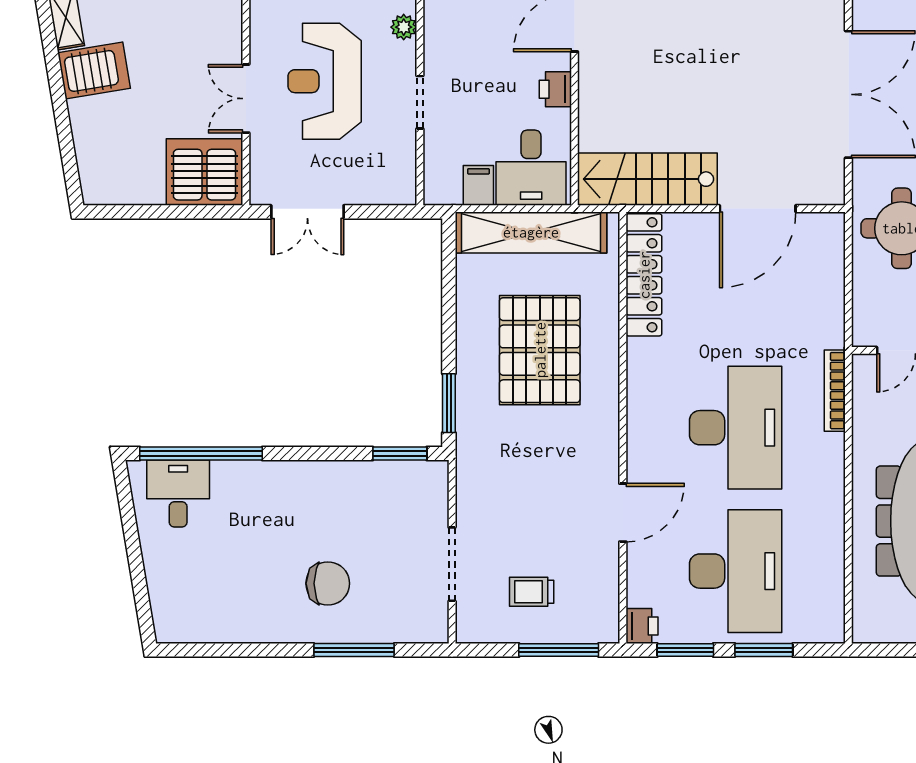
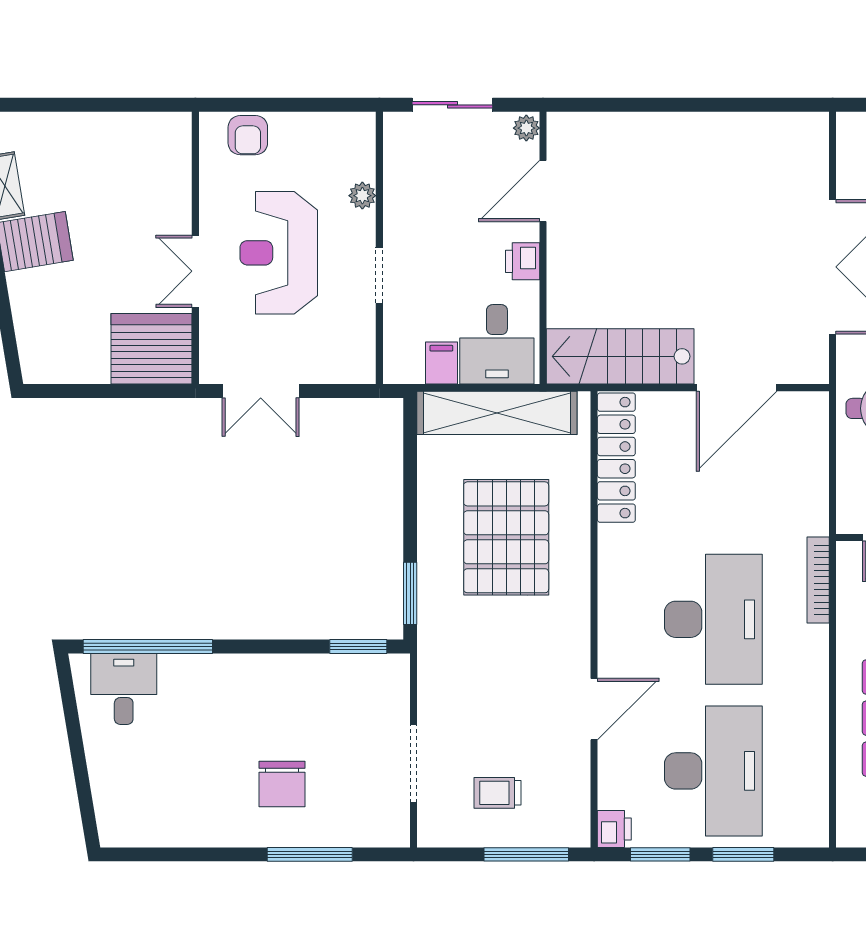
chair: (328, 583) -> (282, 784), turned 90

